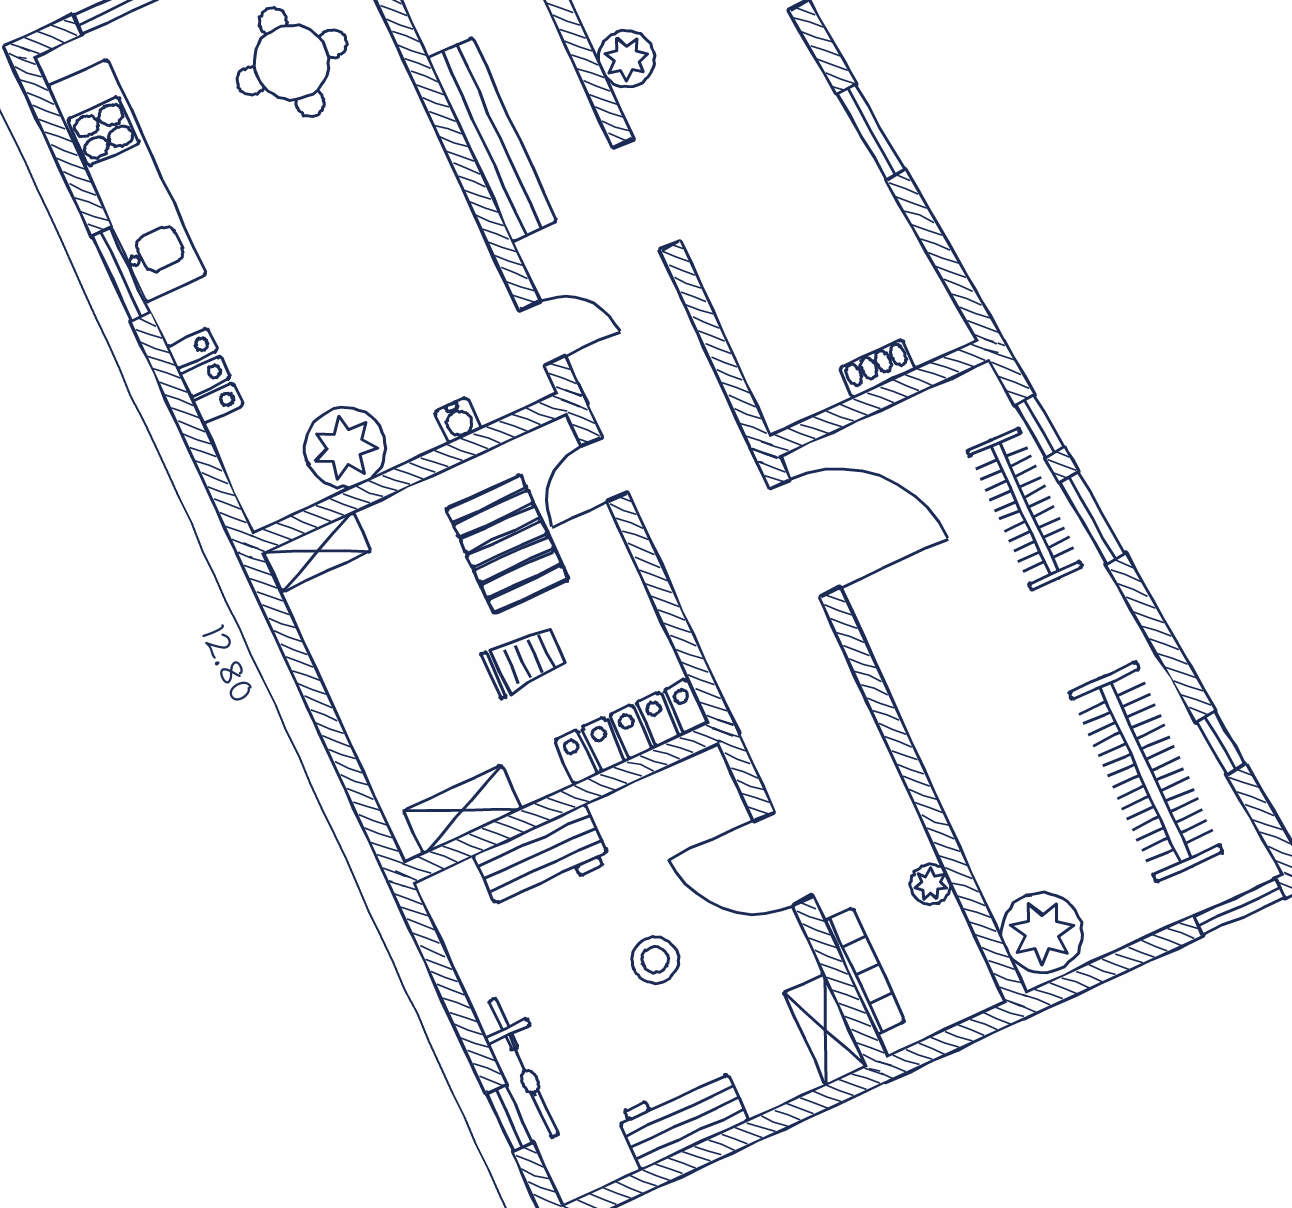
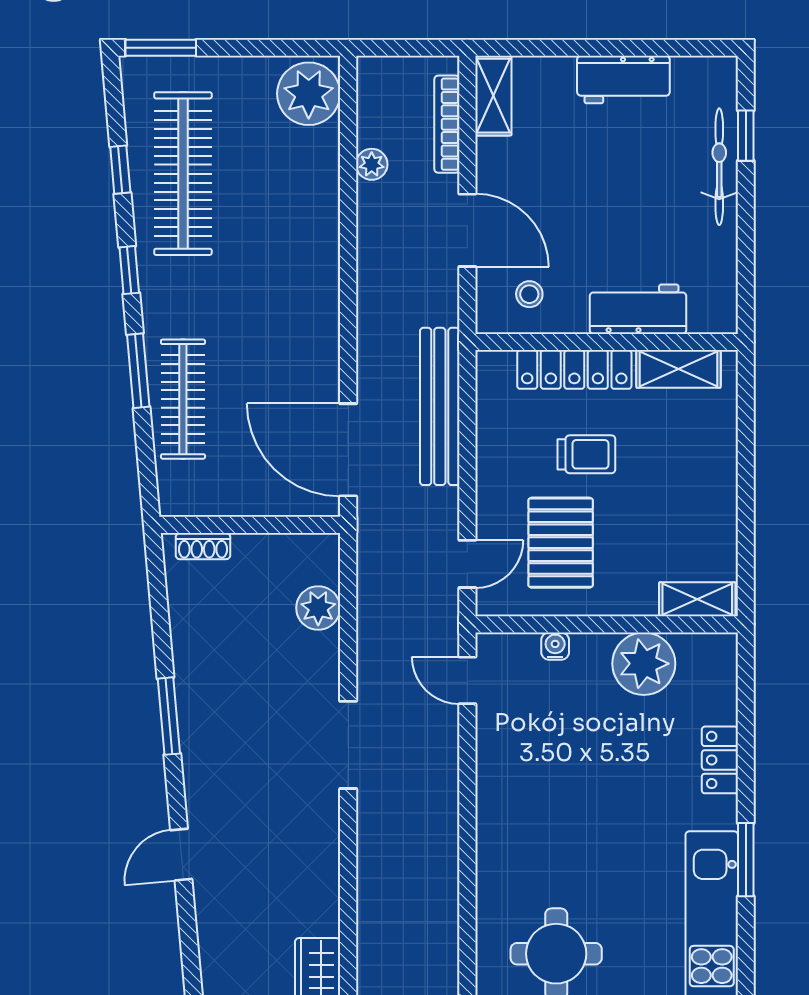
plant: (626, 59) -> (318, 608), moved
bench: (492, 140) -> (440, 406), moved
shoe rack: (878, 369) -> (203, 546), moved
window: (1040, 426) -> (129, 270), moved
trolley: (524, 661) -> (586, 454), turned 180
locker: (631, 732) -> (574, 369), moved
stool: (655, 960) -> (529, 294), moved, width x0.73, depth x0.73

